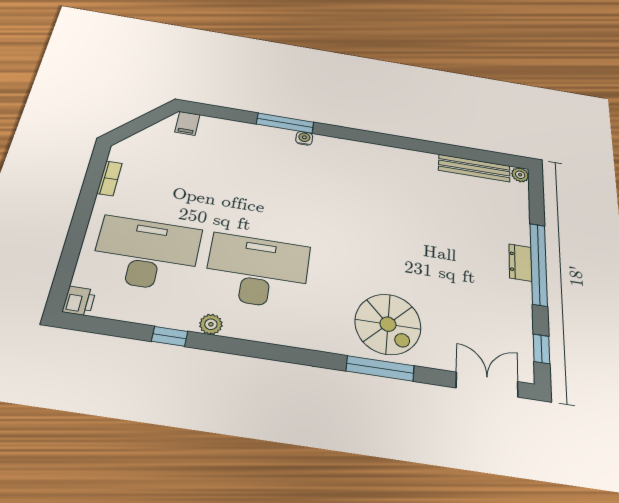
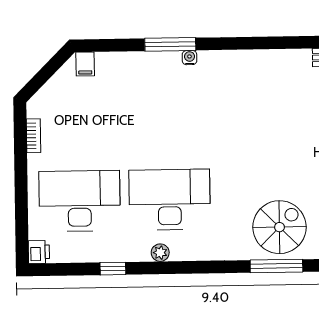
plant: (211, 324) -> (160, 253), moved
spiral stairs: (388, 324) -> (279, 227), turned -90

